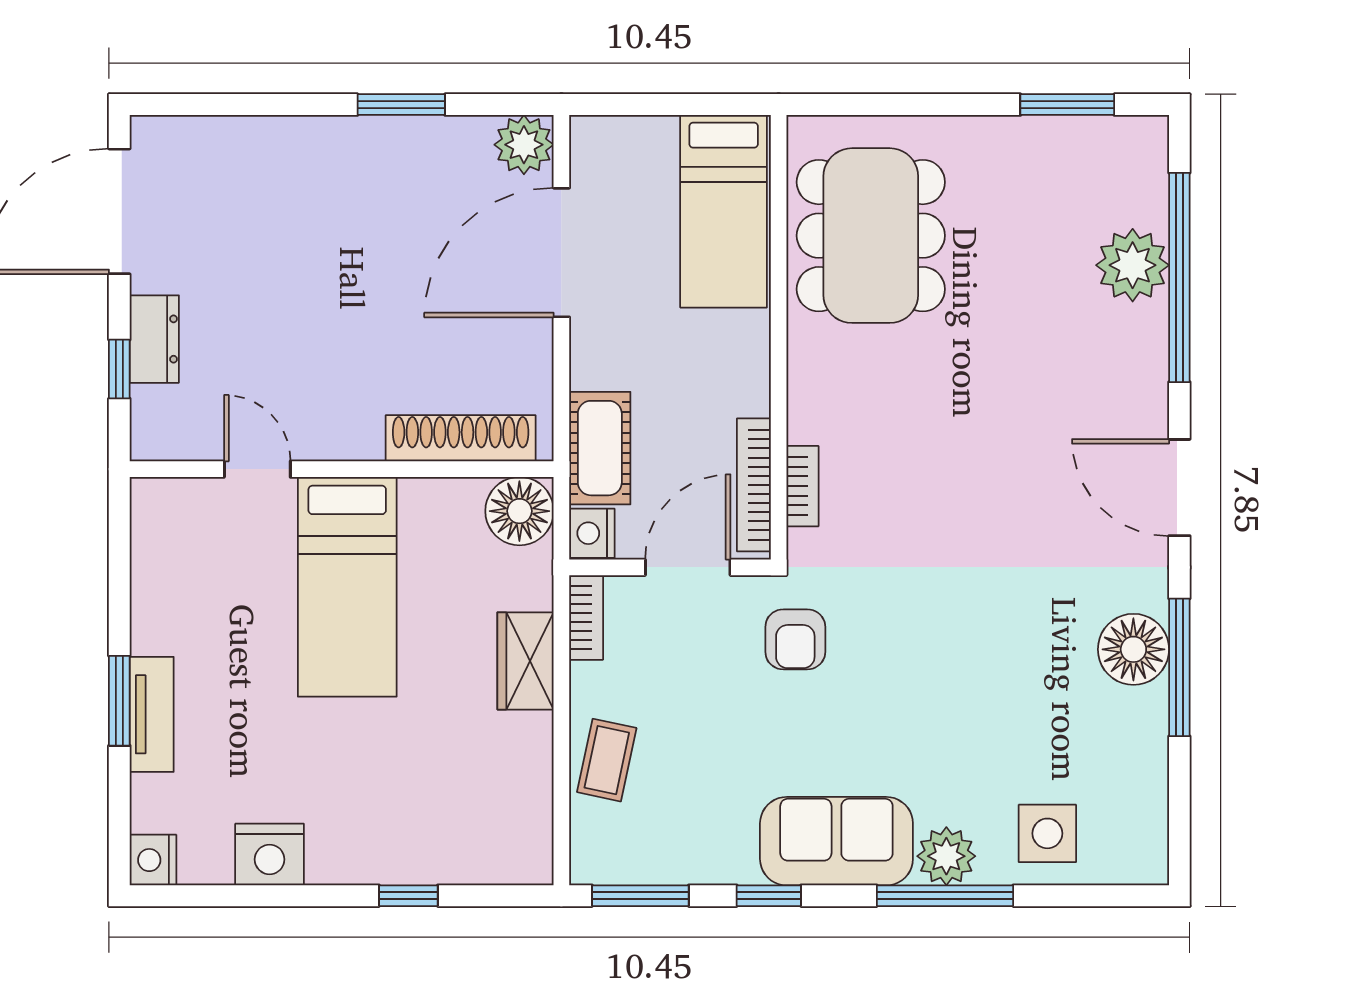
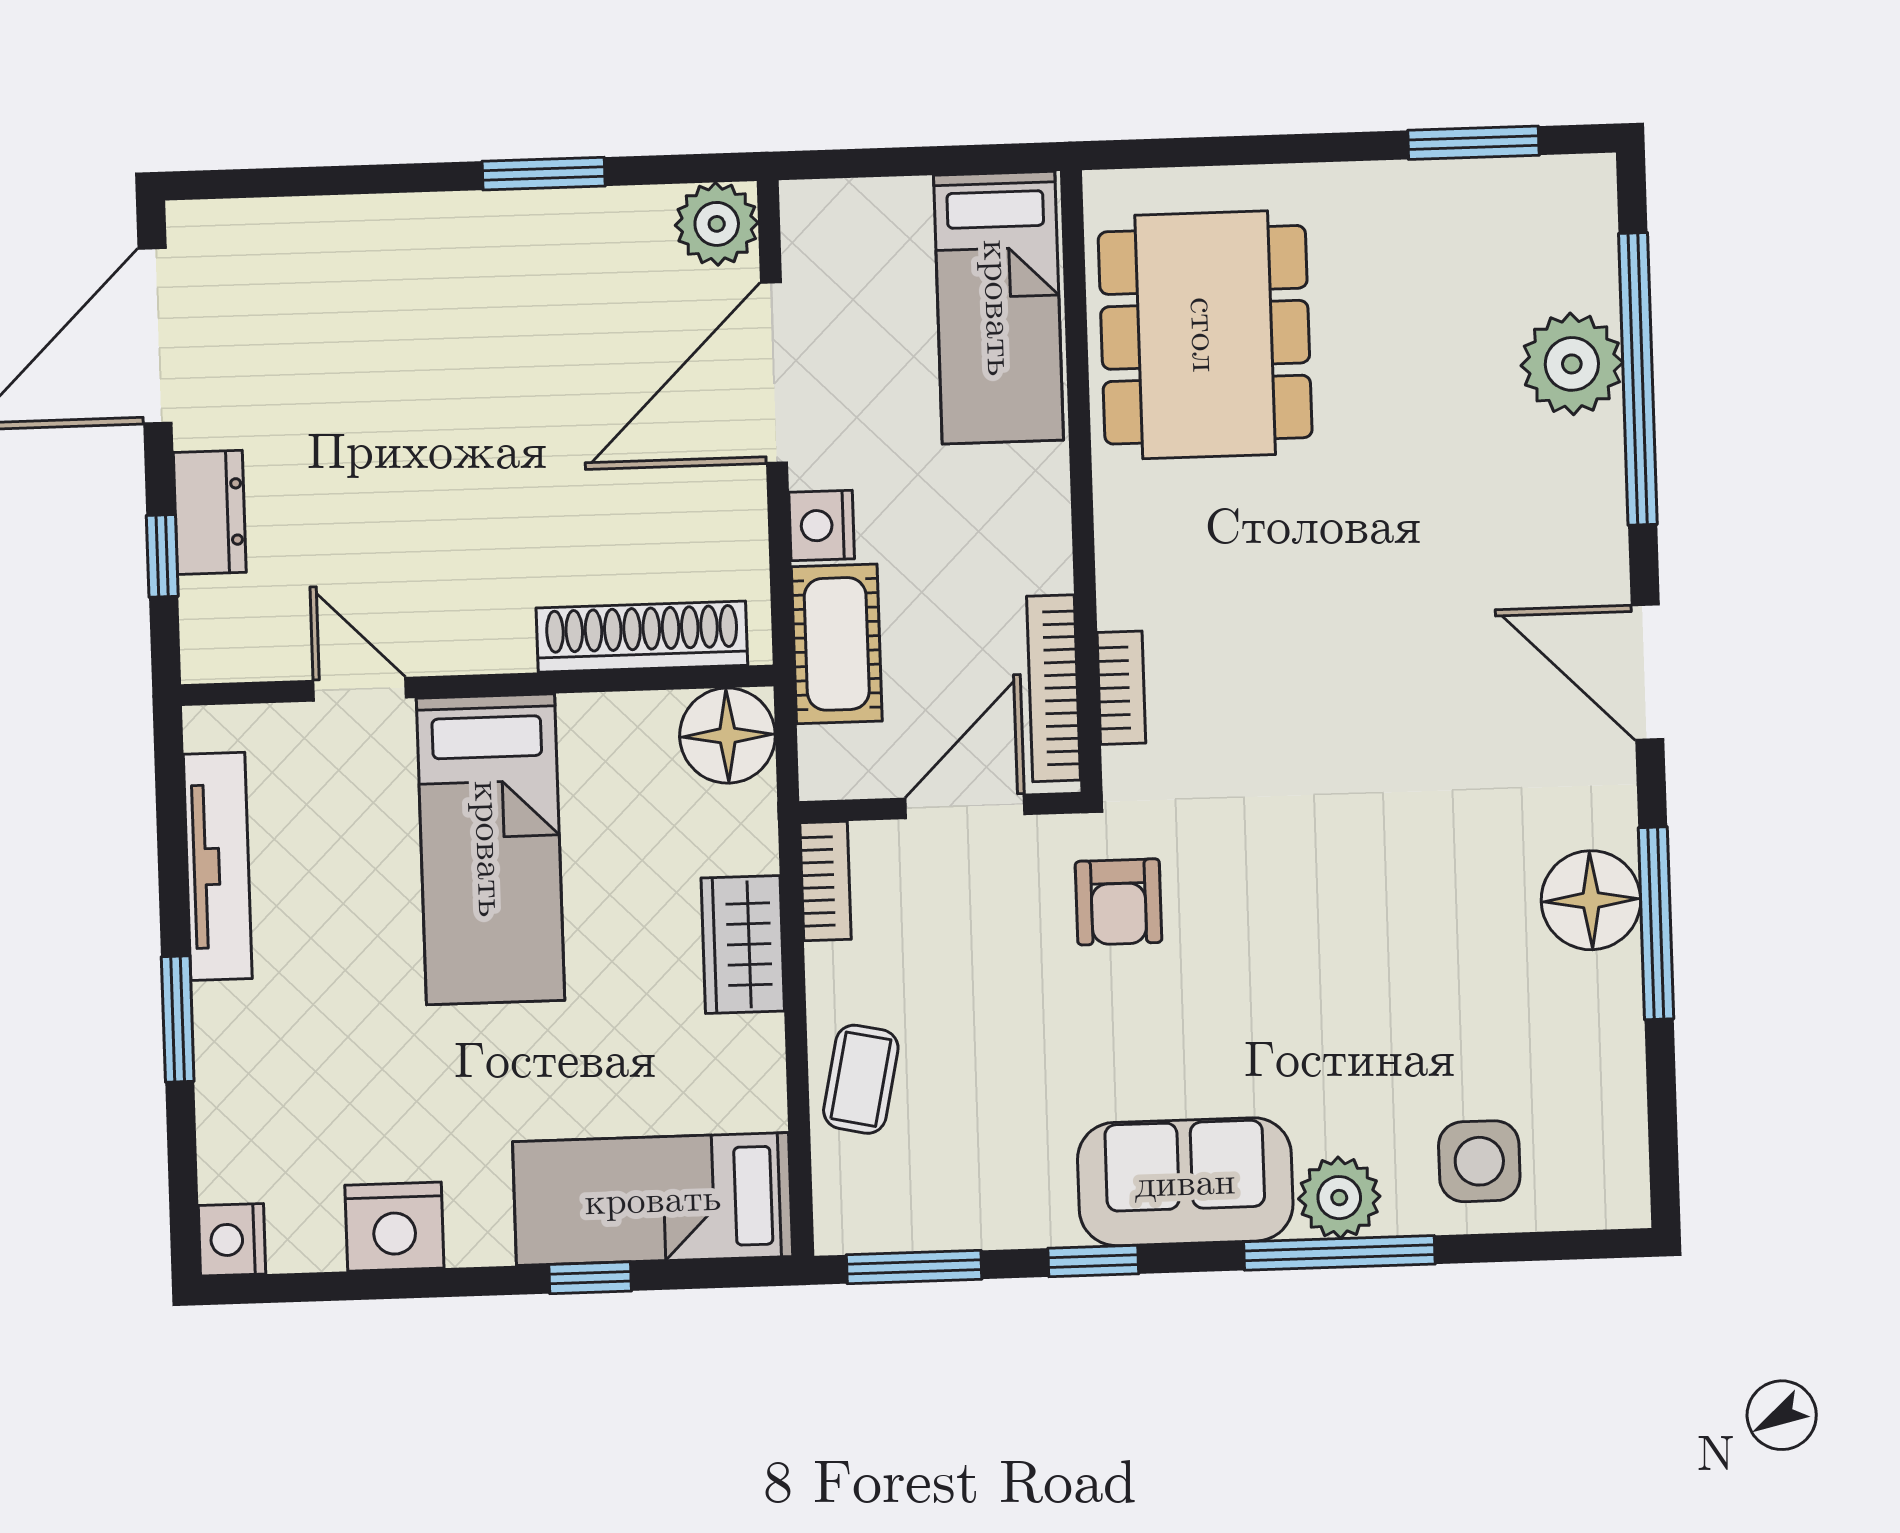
nightstand: (592, 533) -> (822, 525), moved
tv unit: (152, 714) -> (218, 866), moved, width x1.41
bed: (455, 841) -> (653, 1199), added

